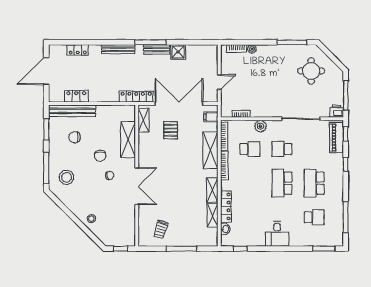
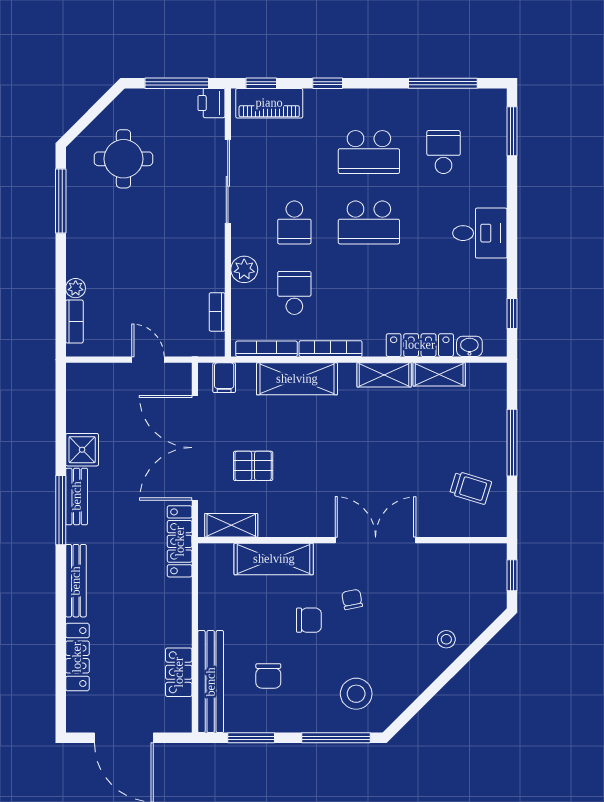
locker: (78, 50) -> (77, 657), width x1.53

